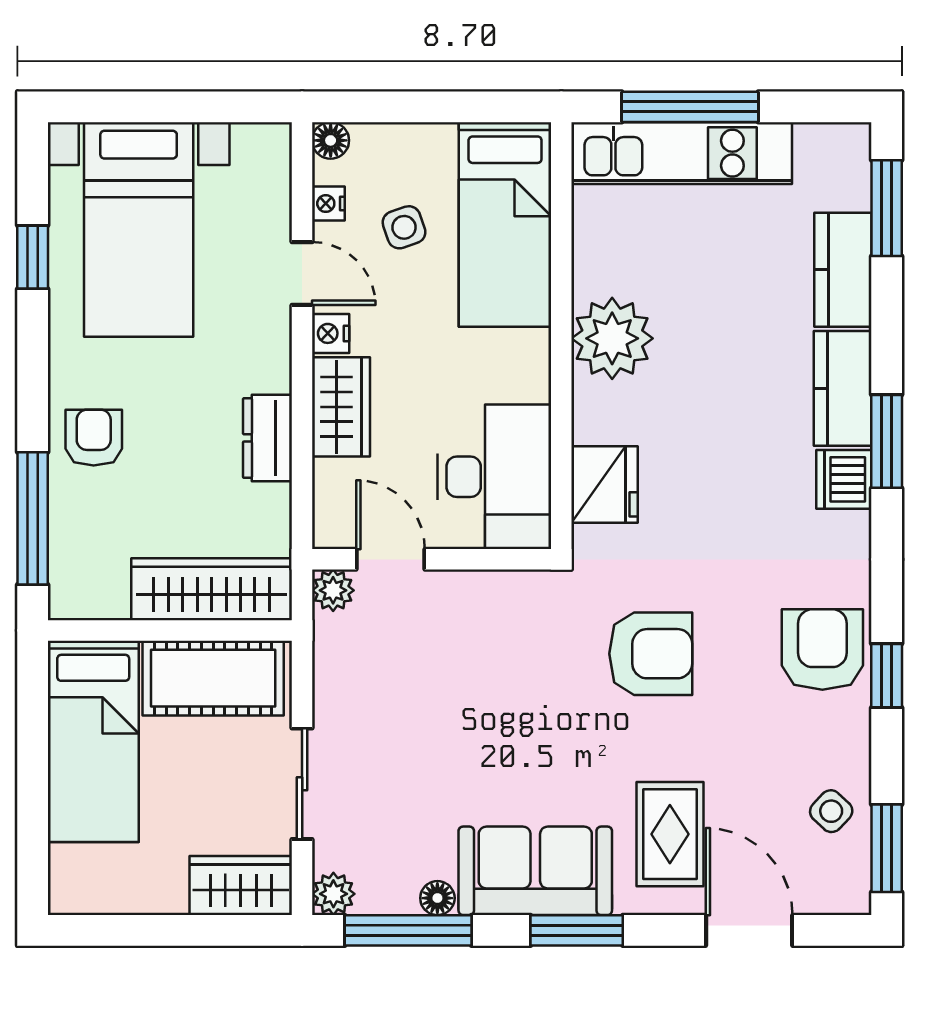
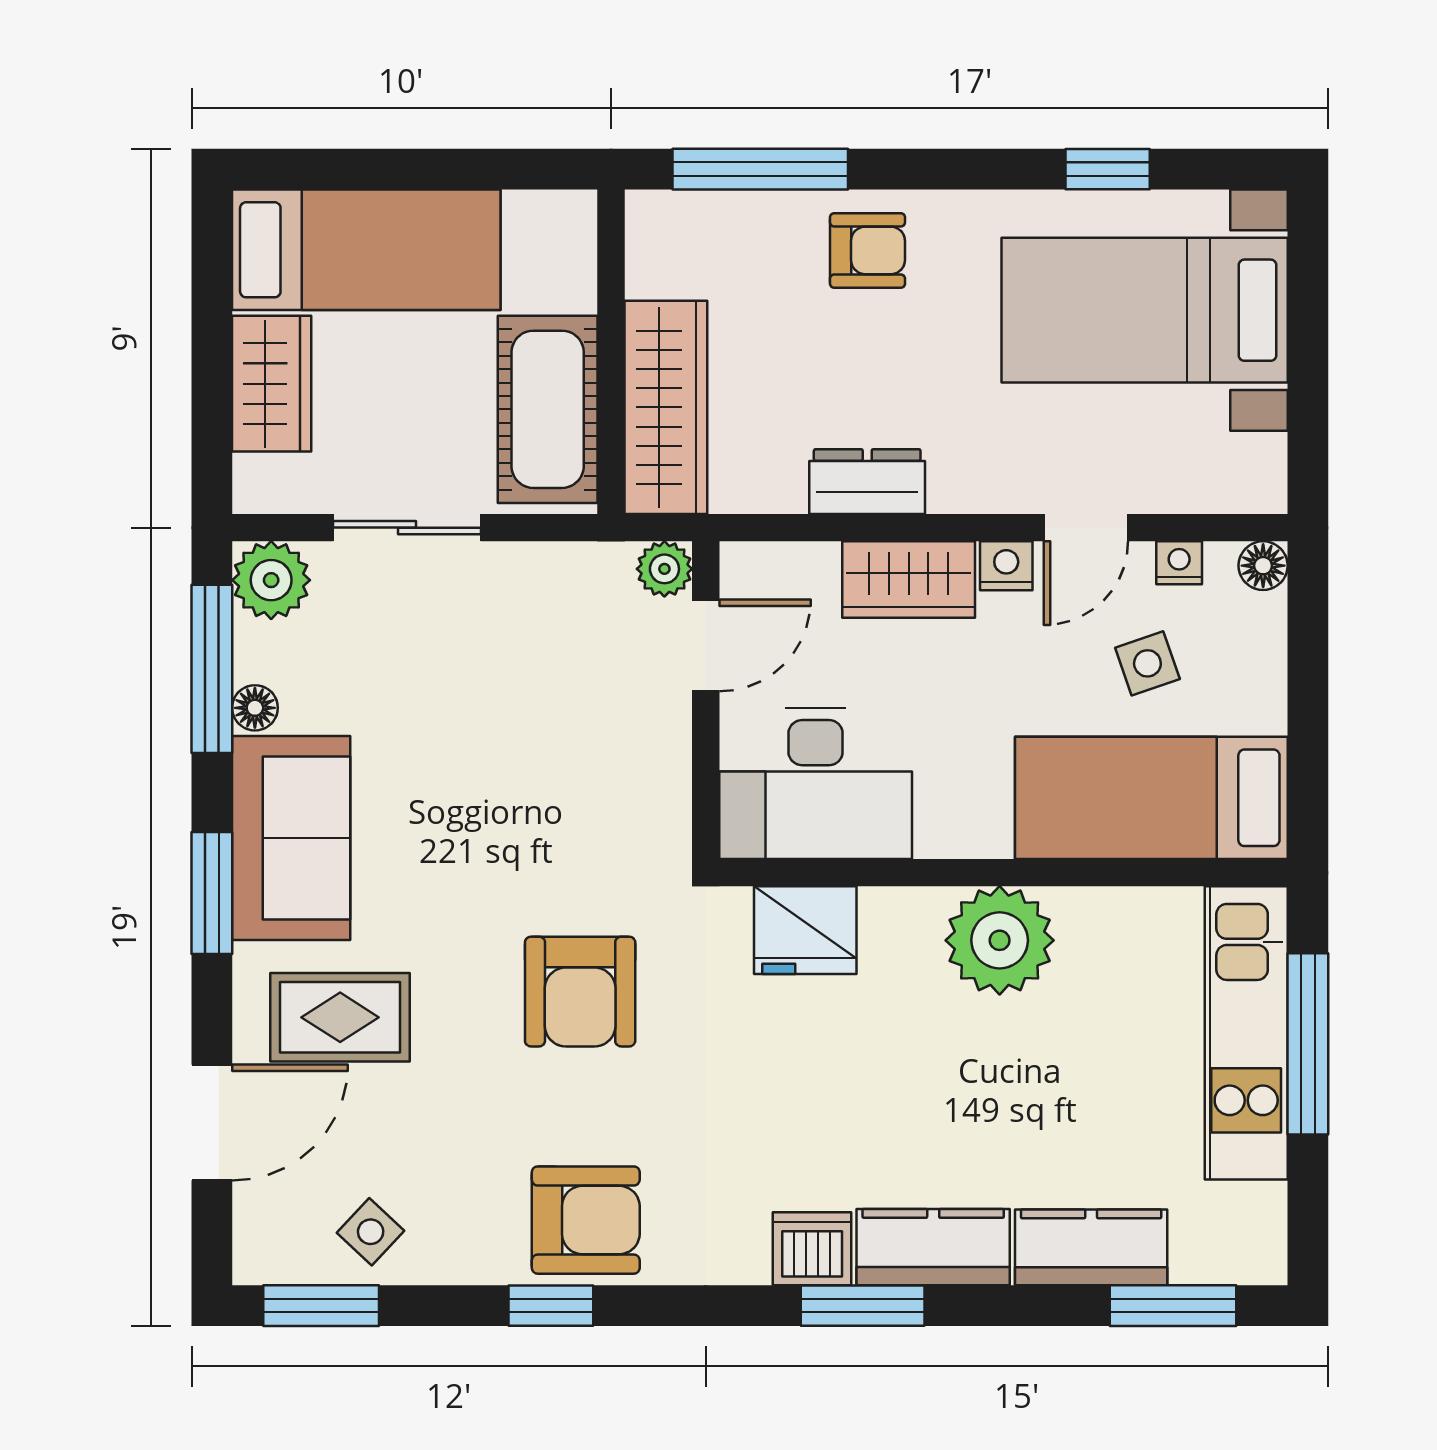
bed: (93, 741) -> (366, 250), moved, turned 180
wardrobe: (241, 885) -> (272, 384), moved
plant: (333, 894) -> (271, 580), width x1.38, depth x1.38

